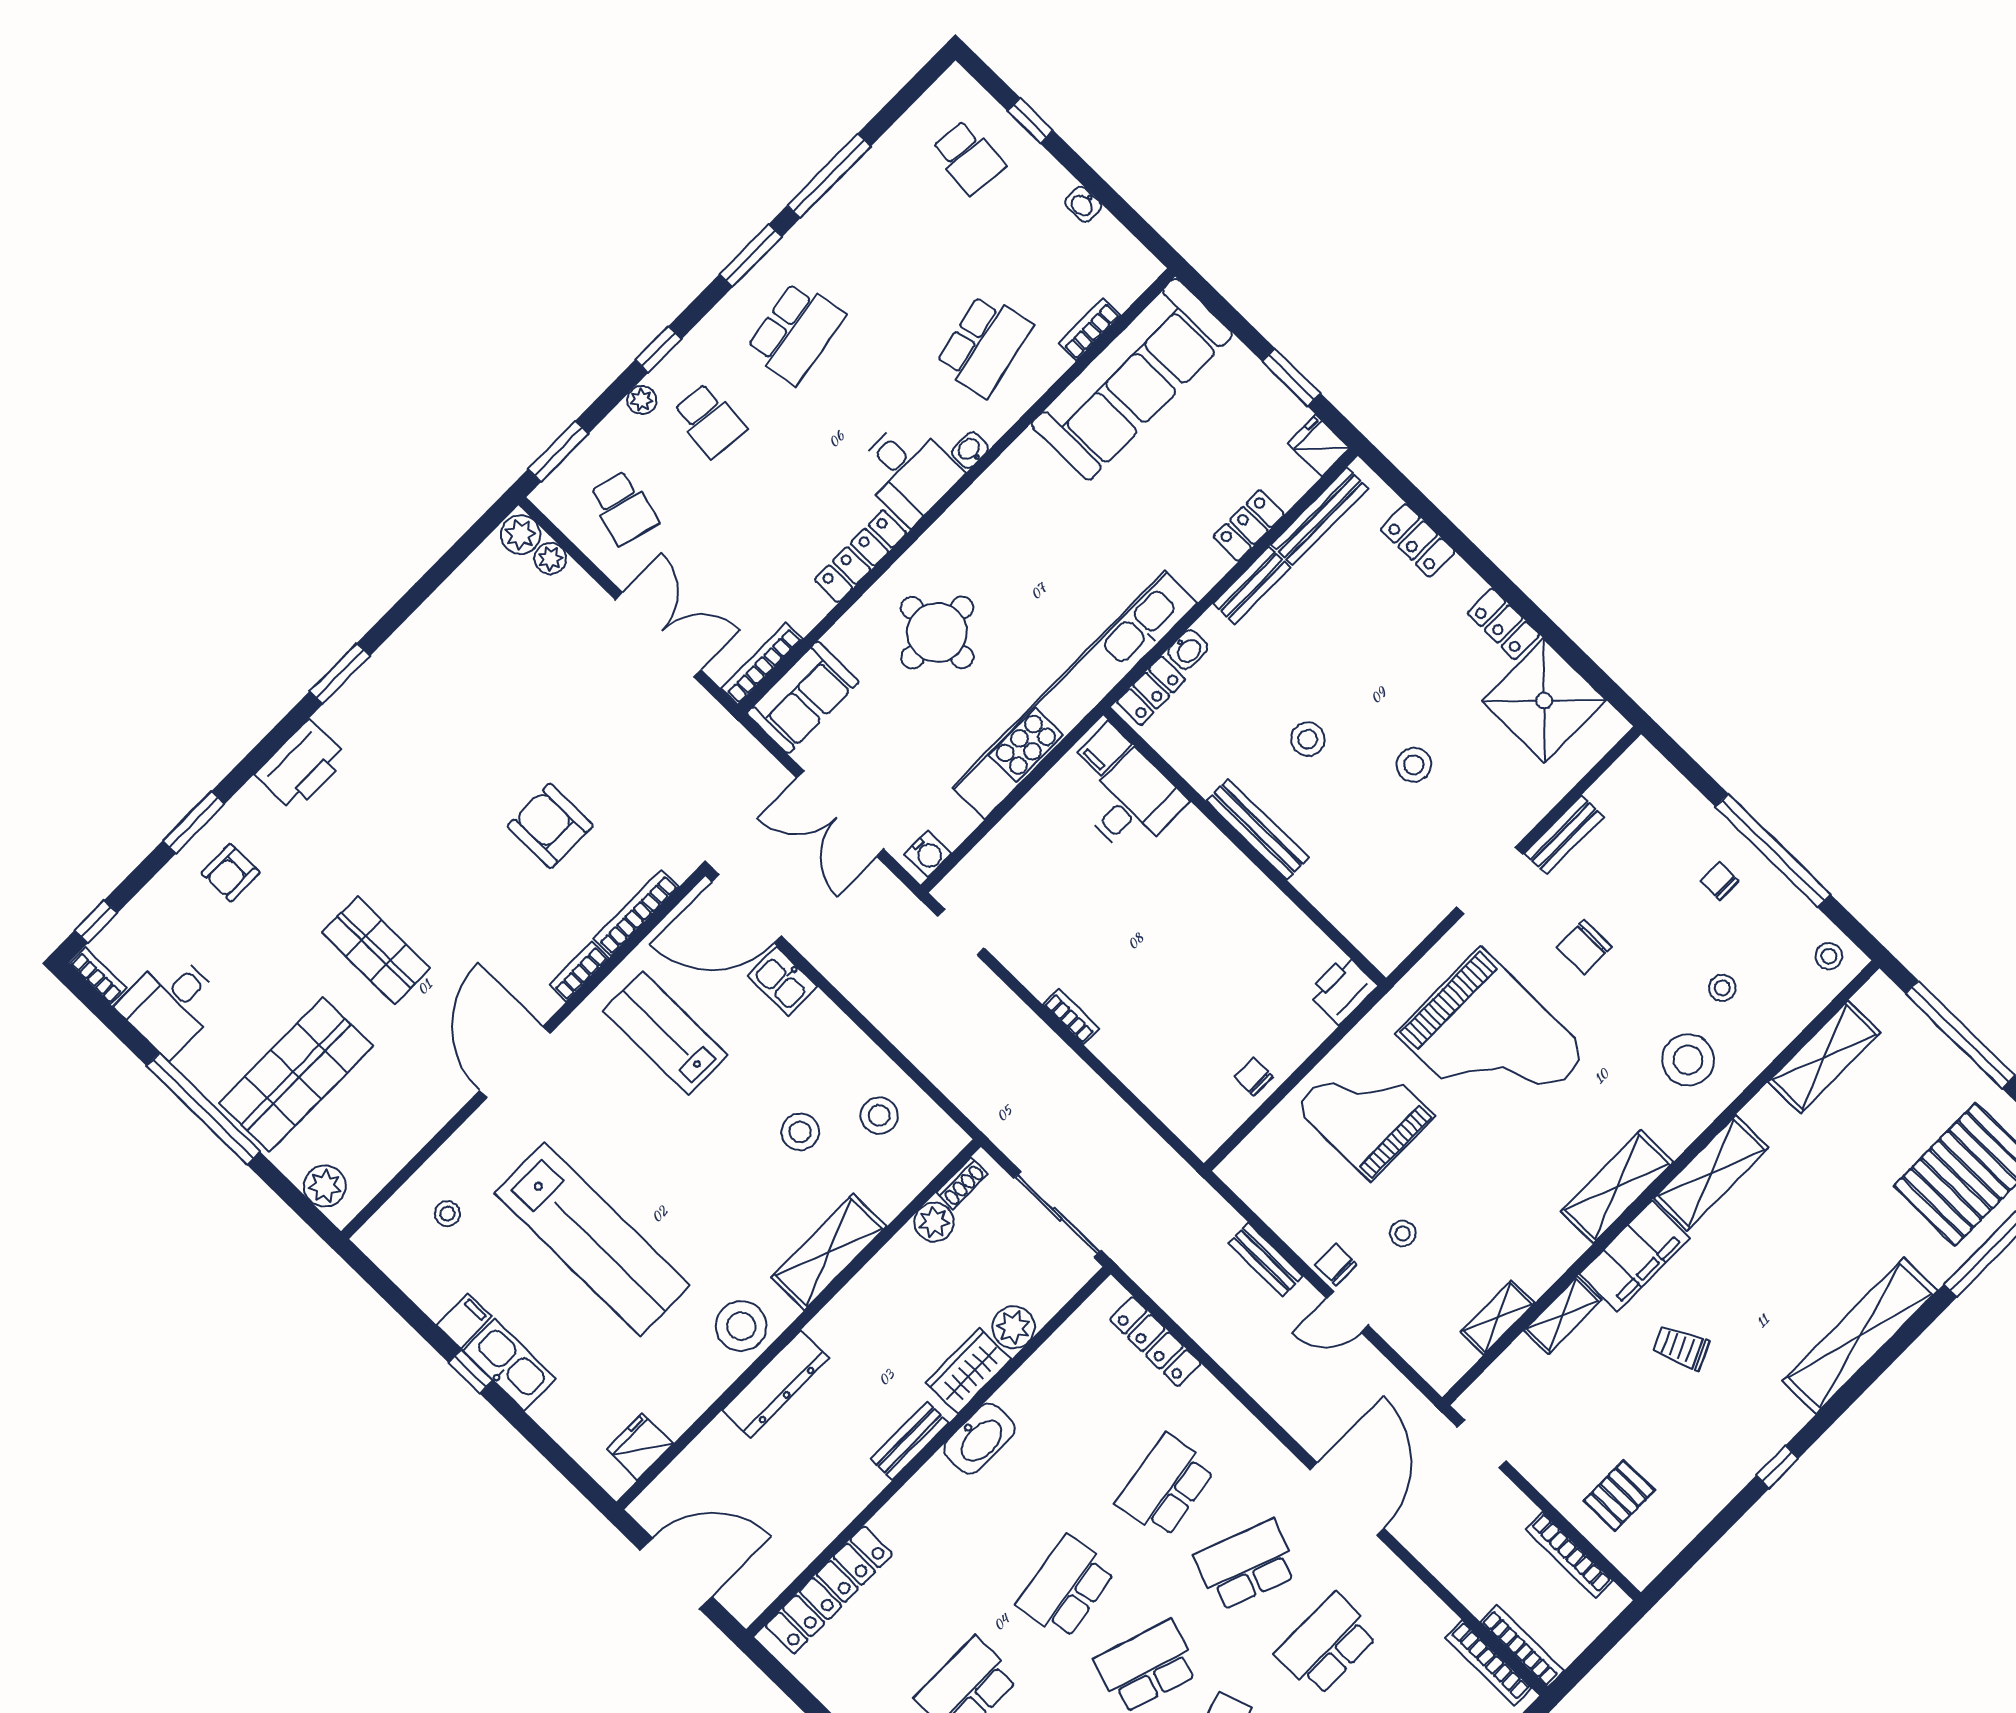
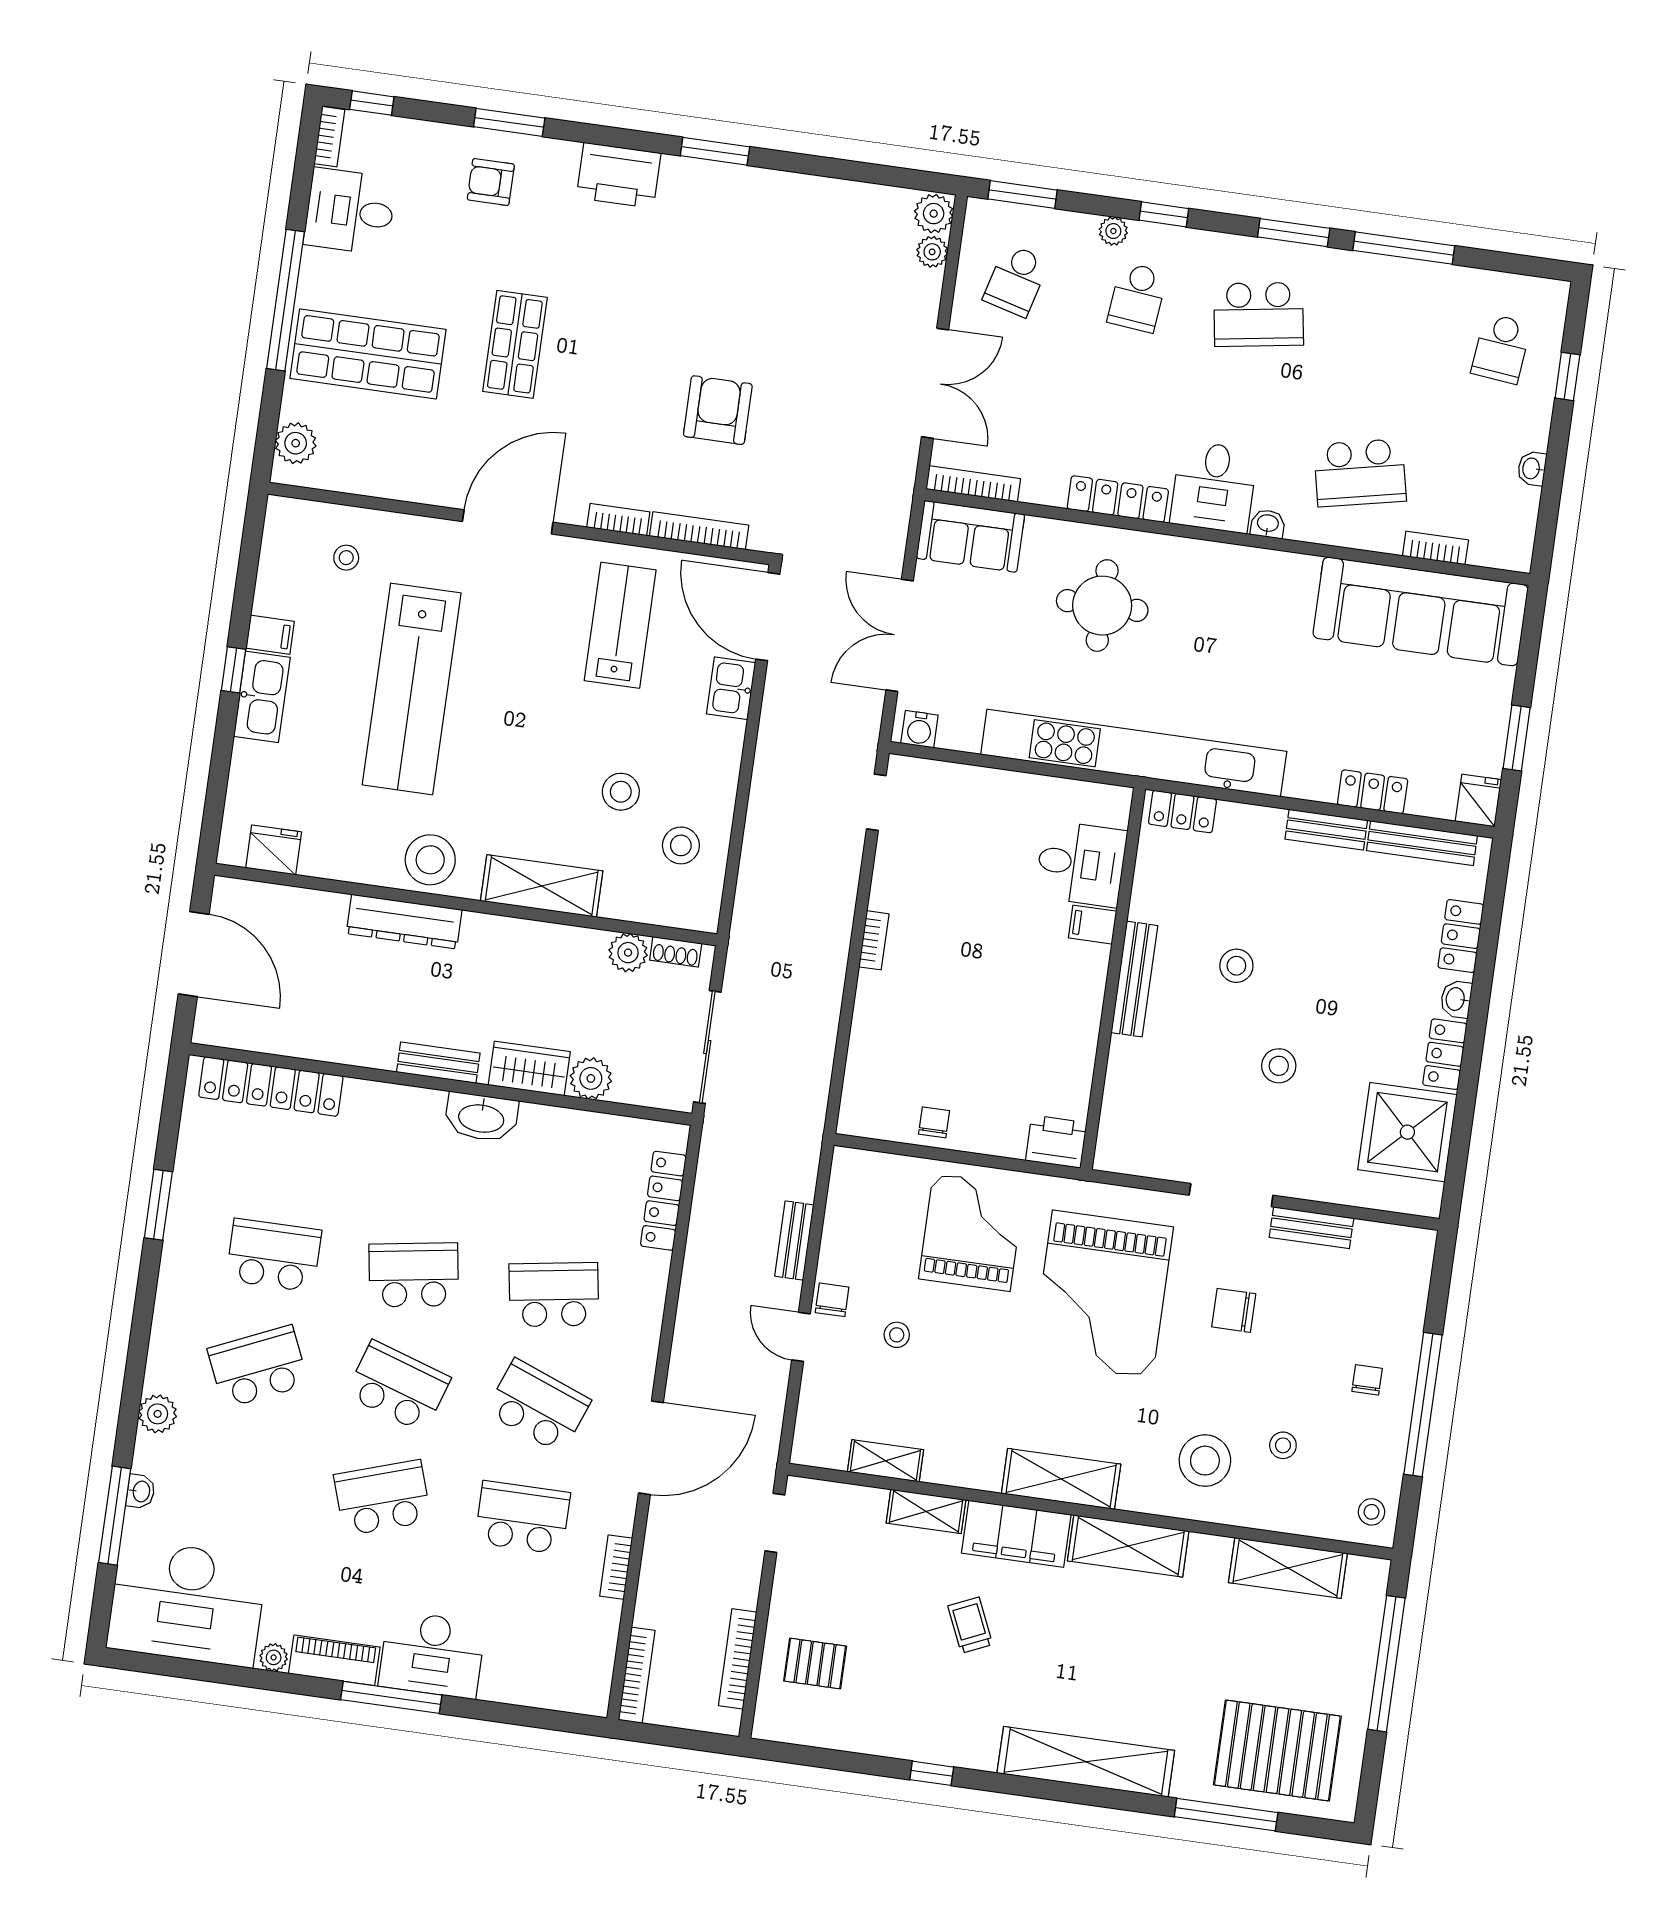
washbasin: (1188, 650) -> (1456, 999), moved, turned 90
filing cabinet: (1105, 748) -> (1093, 925), moved
bookcase: (1488, 1663) -> (616, 1567), moved, width x0.64

